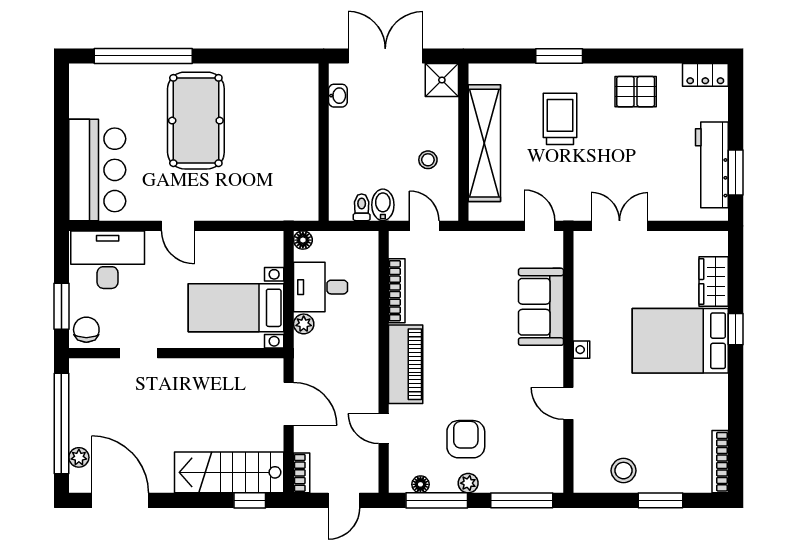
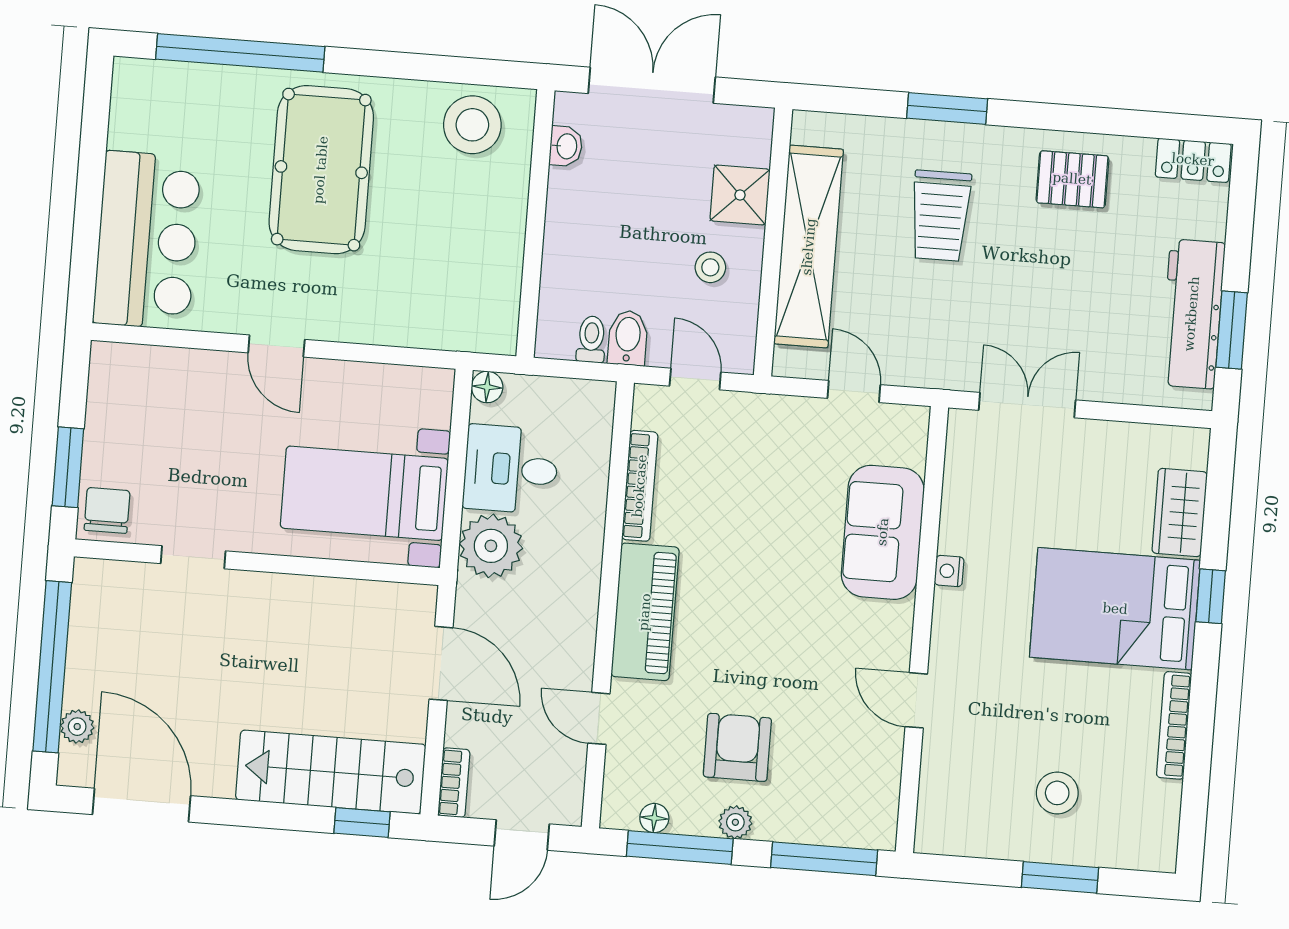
shower: (442, 80) -> (740, 195), moved
stool: (282, 87) -> (472, 125), added
trolley: (560, 119) -> (940, 216), turned 180
door: (540, 226) -> (854, 392), moved
desk: (108, 260) -> (152, 394), removed
plant: (304, 324) -> (491, 546), width x1.87, depth x1.87
nightstand: (581, 350) -> (949, 571), moved
bookcase: (720, 462) -> (1174, 725), moved
stool: (624, 471) -> (1057, 793), moved

